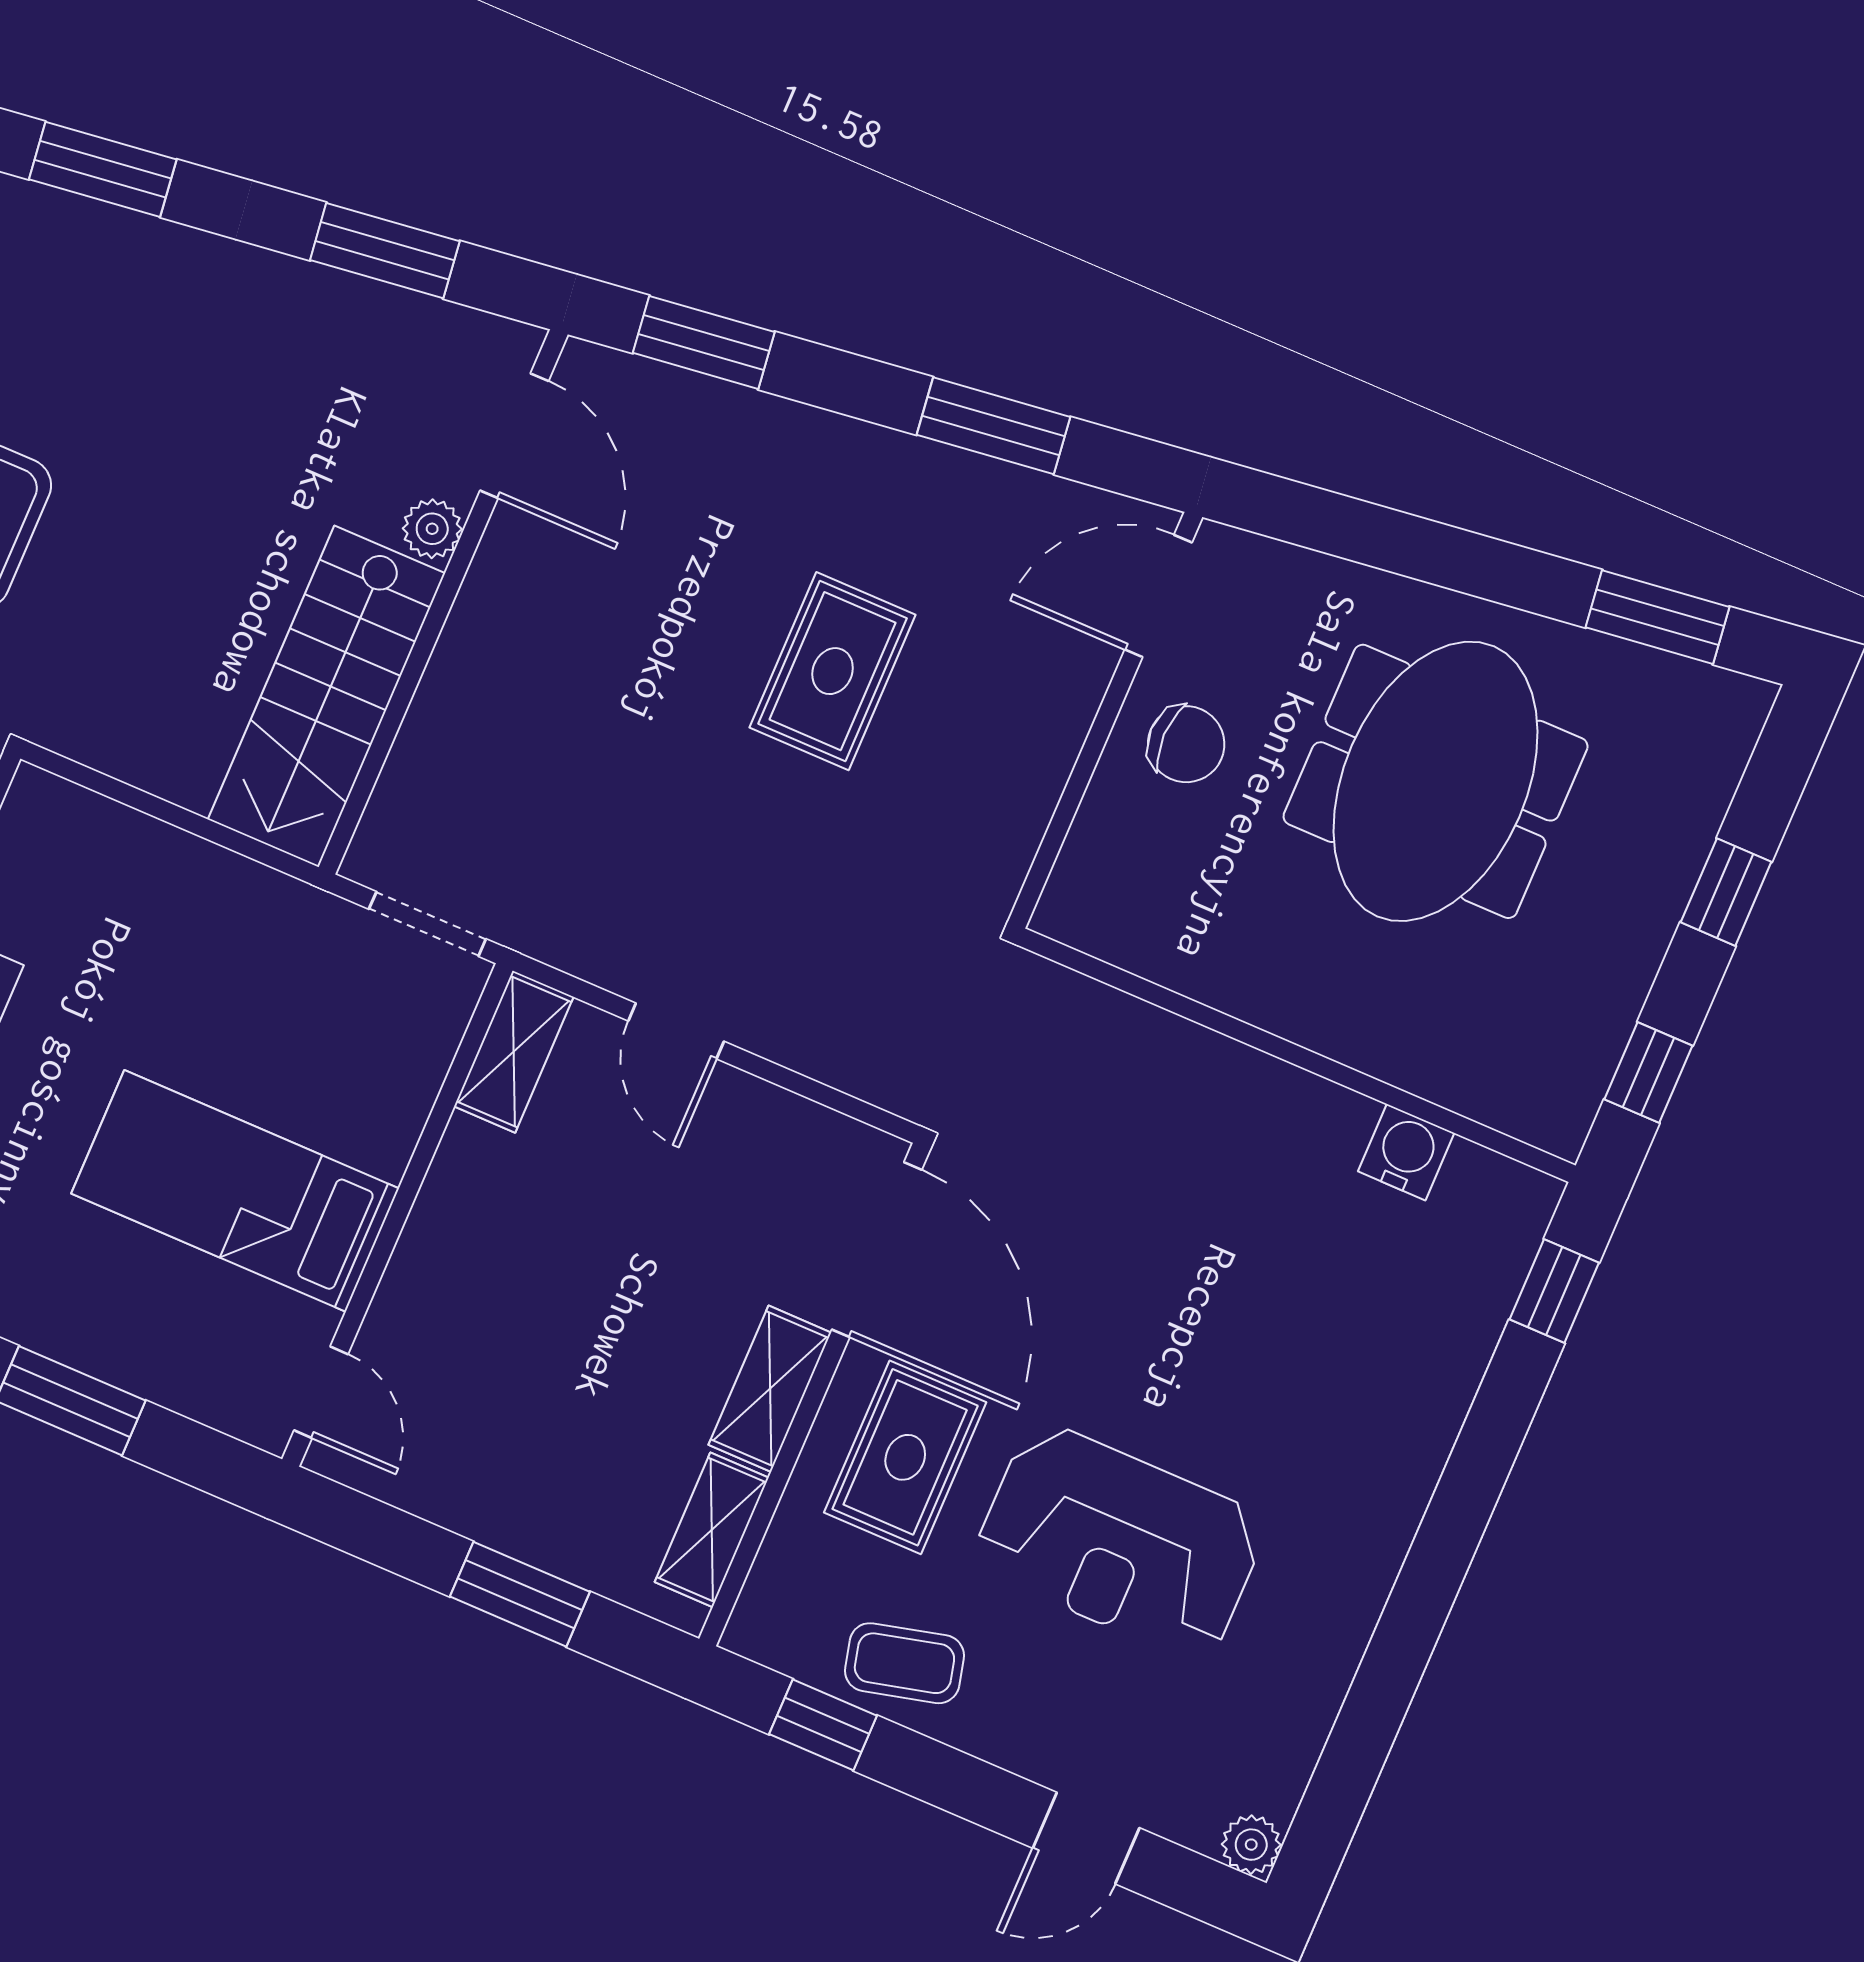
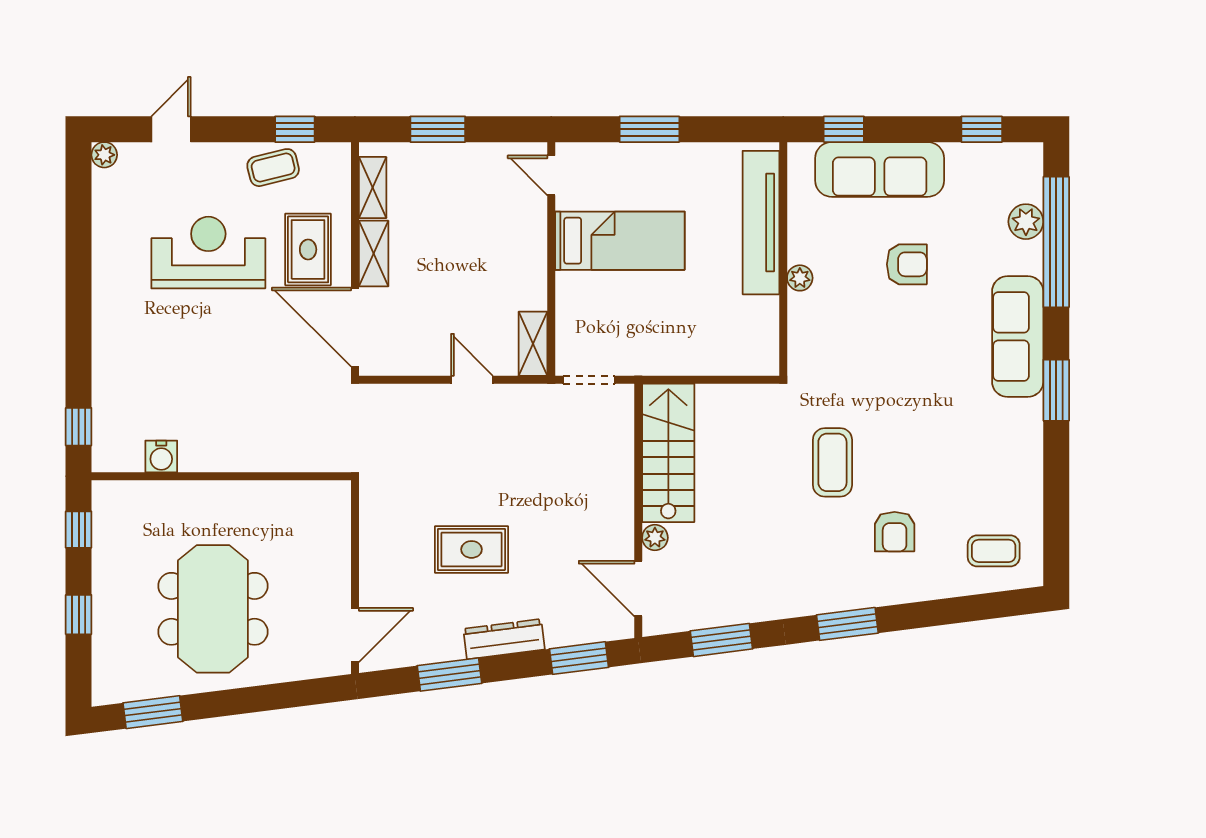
dresser: (845, 451) -> (504, 639), added
rug: (833, 671) -> (471, 549), turned 90
chair: (1186, 744) -> (318, 581), removed

